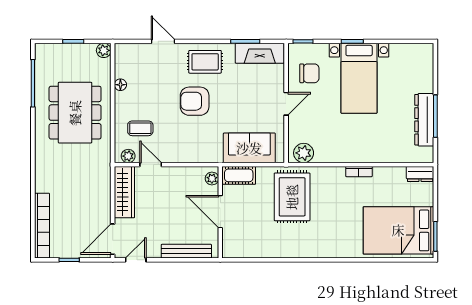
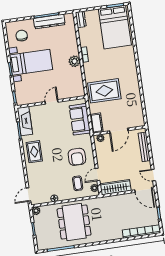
door: (163, 41) -> (28, 195), moved
chair: (309, 73) -> (22, 36), moved
armchair: (195, 101) -> (77, 157), moved
door: (286, 104) -> (52, 102), hinge flipped
dining table: (75, 113) -> (74, 222), turned 90
plant: (304, 153) -> (74, 61), moved

